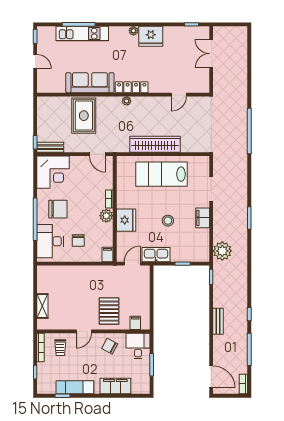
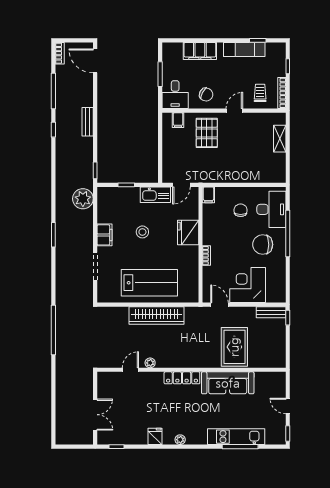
fridge: (151, 36) -> (155, 436), width x0.53, depth x0.75
plant: (127, 101) -> (150, 363), moved
corner desk: (53, 172) -> (248, 285), moved
plant: (106, 216) -> (210, 237), removed

